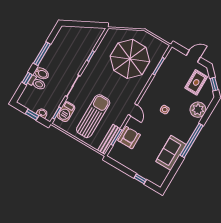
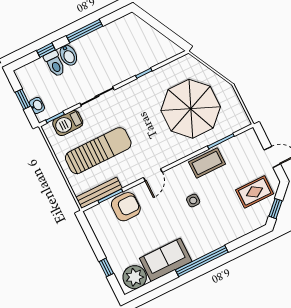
coffee table: (159, 83) -> (207, 163), added
plant: (198, 110) -> (135, 277), moved

